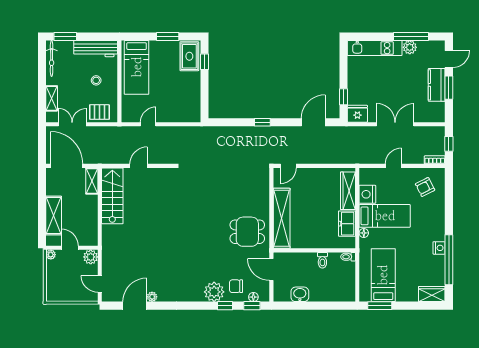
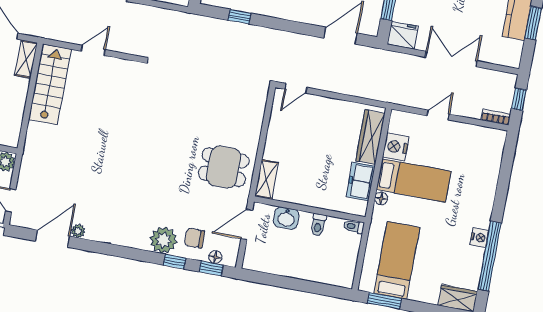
window: (262, 122) -> (240, 17), moved
armchair: (425, 187) -> (476, 152), removed
shelving: (282, 218) -> (267, 179), width x0.45, depth x0.75
door: (271, 270) -> (247, 224), hinge flipped
washbasin: (300, 294) -> (286, 218), moved, turned 180

